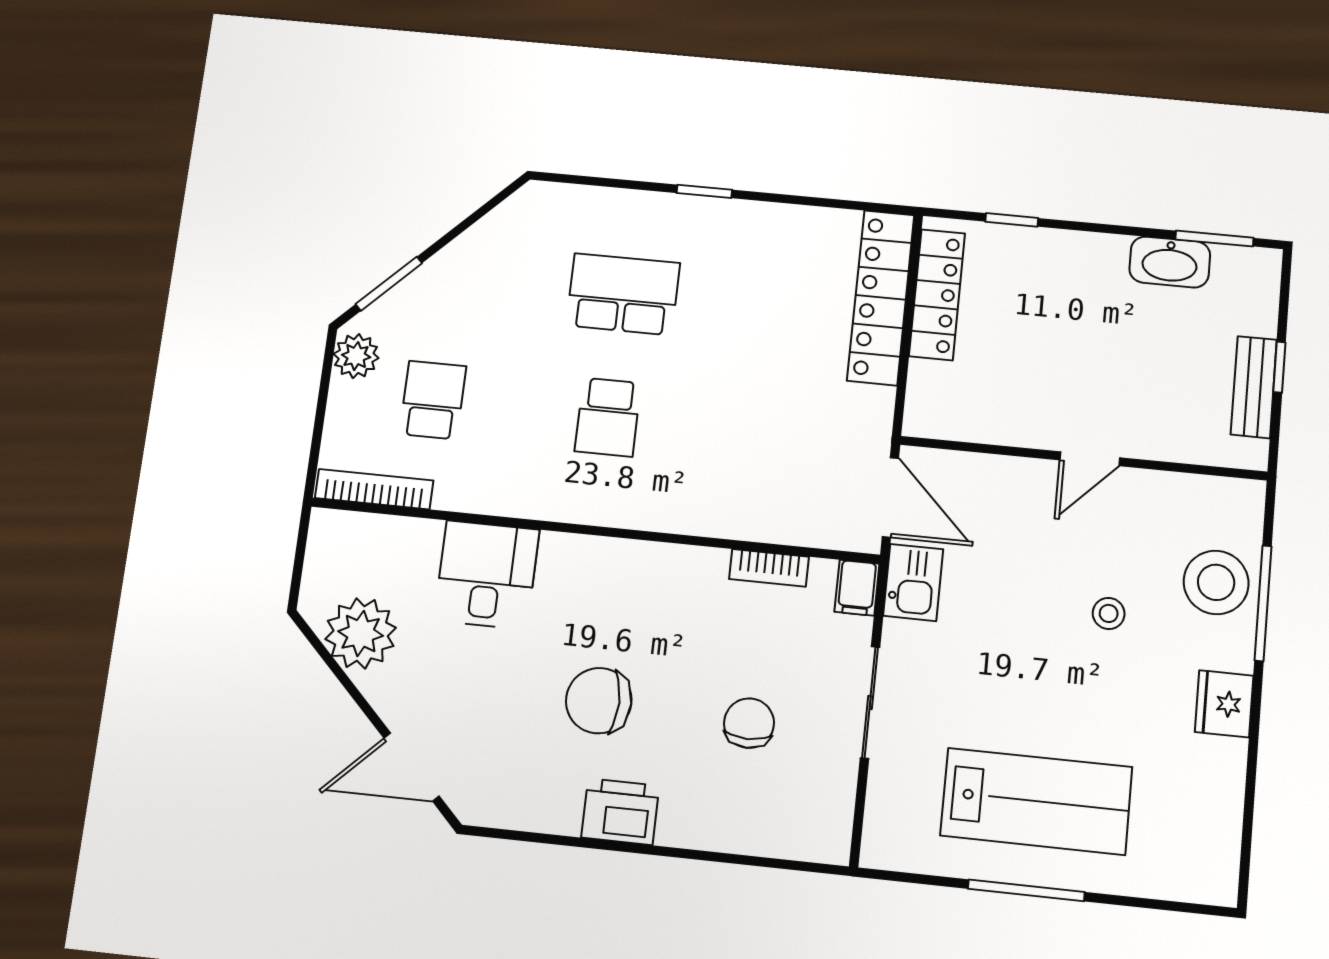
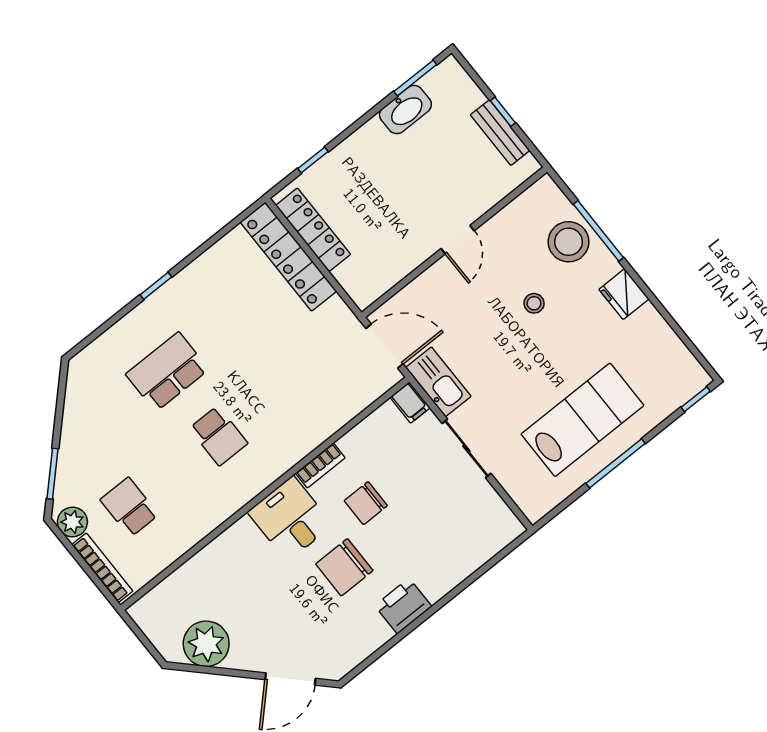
bookcase: (374, 489) -> (102, 568), moved, turned 90
bookcase: (769, 568) -> (320, 465), moved
desk: (487, 575) -> (290, 518), moved
kitchen sink: (913, 582) -> (438, 382), width x1.38
chair: (749, 723) -> (366, 503), moved, turned -90
window: (1193, 908) -> (696, 399), added

